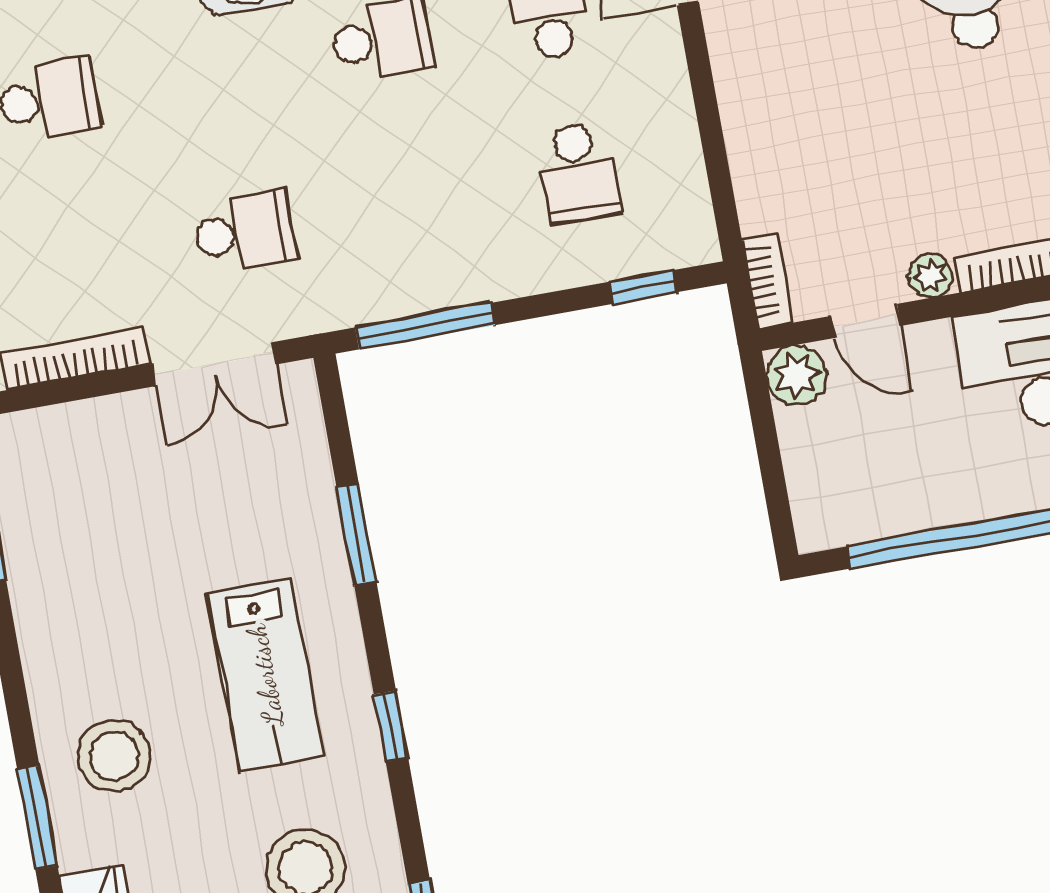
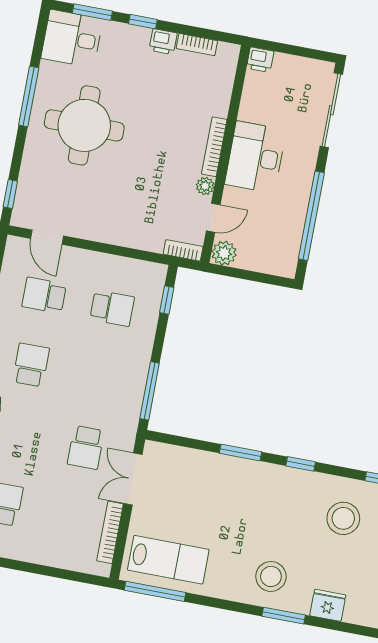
school desk: (244, 232) -> (86, 447), turned 180
double door: (214, 364) -> (133, 479), swing flipped
window: (356, 535) -> (240, 453), moved
lab bench: (265, 675) -> (168, 560), moved

